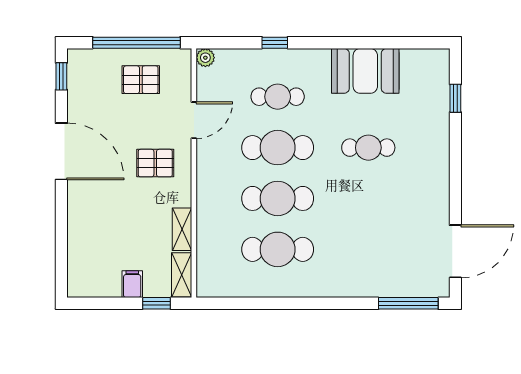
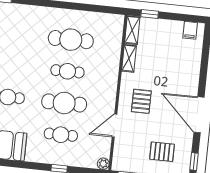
pallet: (141, 80) -> (162, 152), moved
pallet: (155, 163) -> (141, 101), turned 90
cafe table: (278, 198) -> (67, 71), width x0.73, depth x0.74
filing cabinet: (132, 284) -> (190, 30), moved

